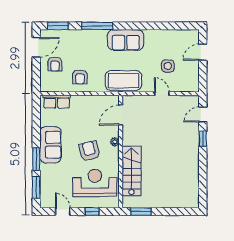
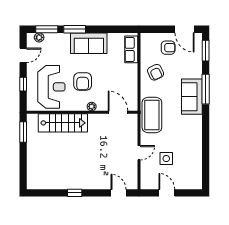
sofa: (126, 40) -> (192, 97), moved
door: (203, 52) -> (167, 193), moved
armchair: (55, 64) -> (168, 48), turned 180
armchair: (80, 77) -> (156, 72), turned -115
window: (203, 139) -> (75, 193), moved
armchair: (89, 151) -> (83, 81), turned 103
plant: (45, 195) -> (39, 37), added

